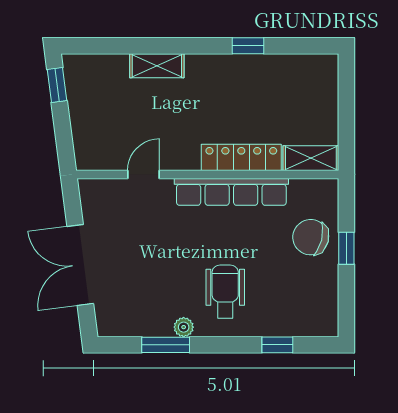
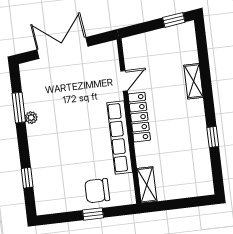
locker: (241, 157) -> (139, 117), moved
door: (143, 174) -> (124, 81), hinge flipped
chair: (311, 237) -> (97, 191), turned -104
wheelchair: (225, 292) -> (57, 141), removed

